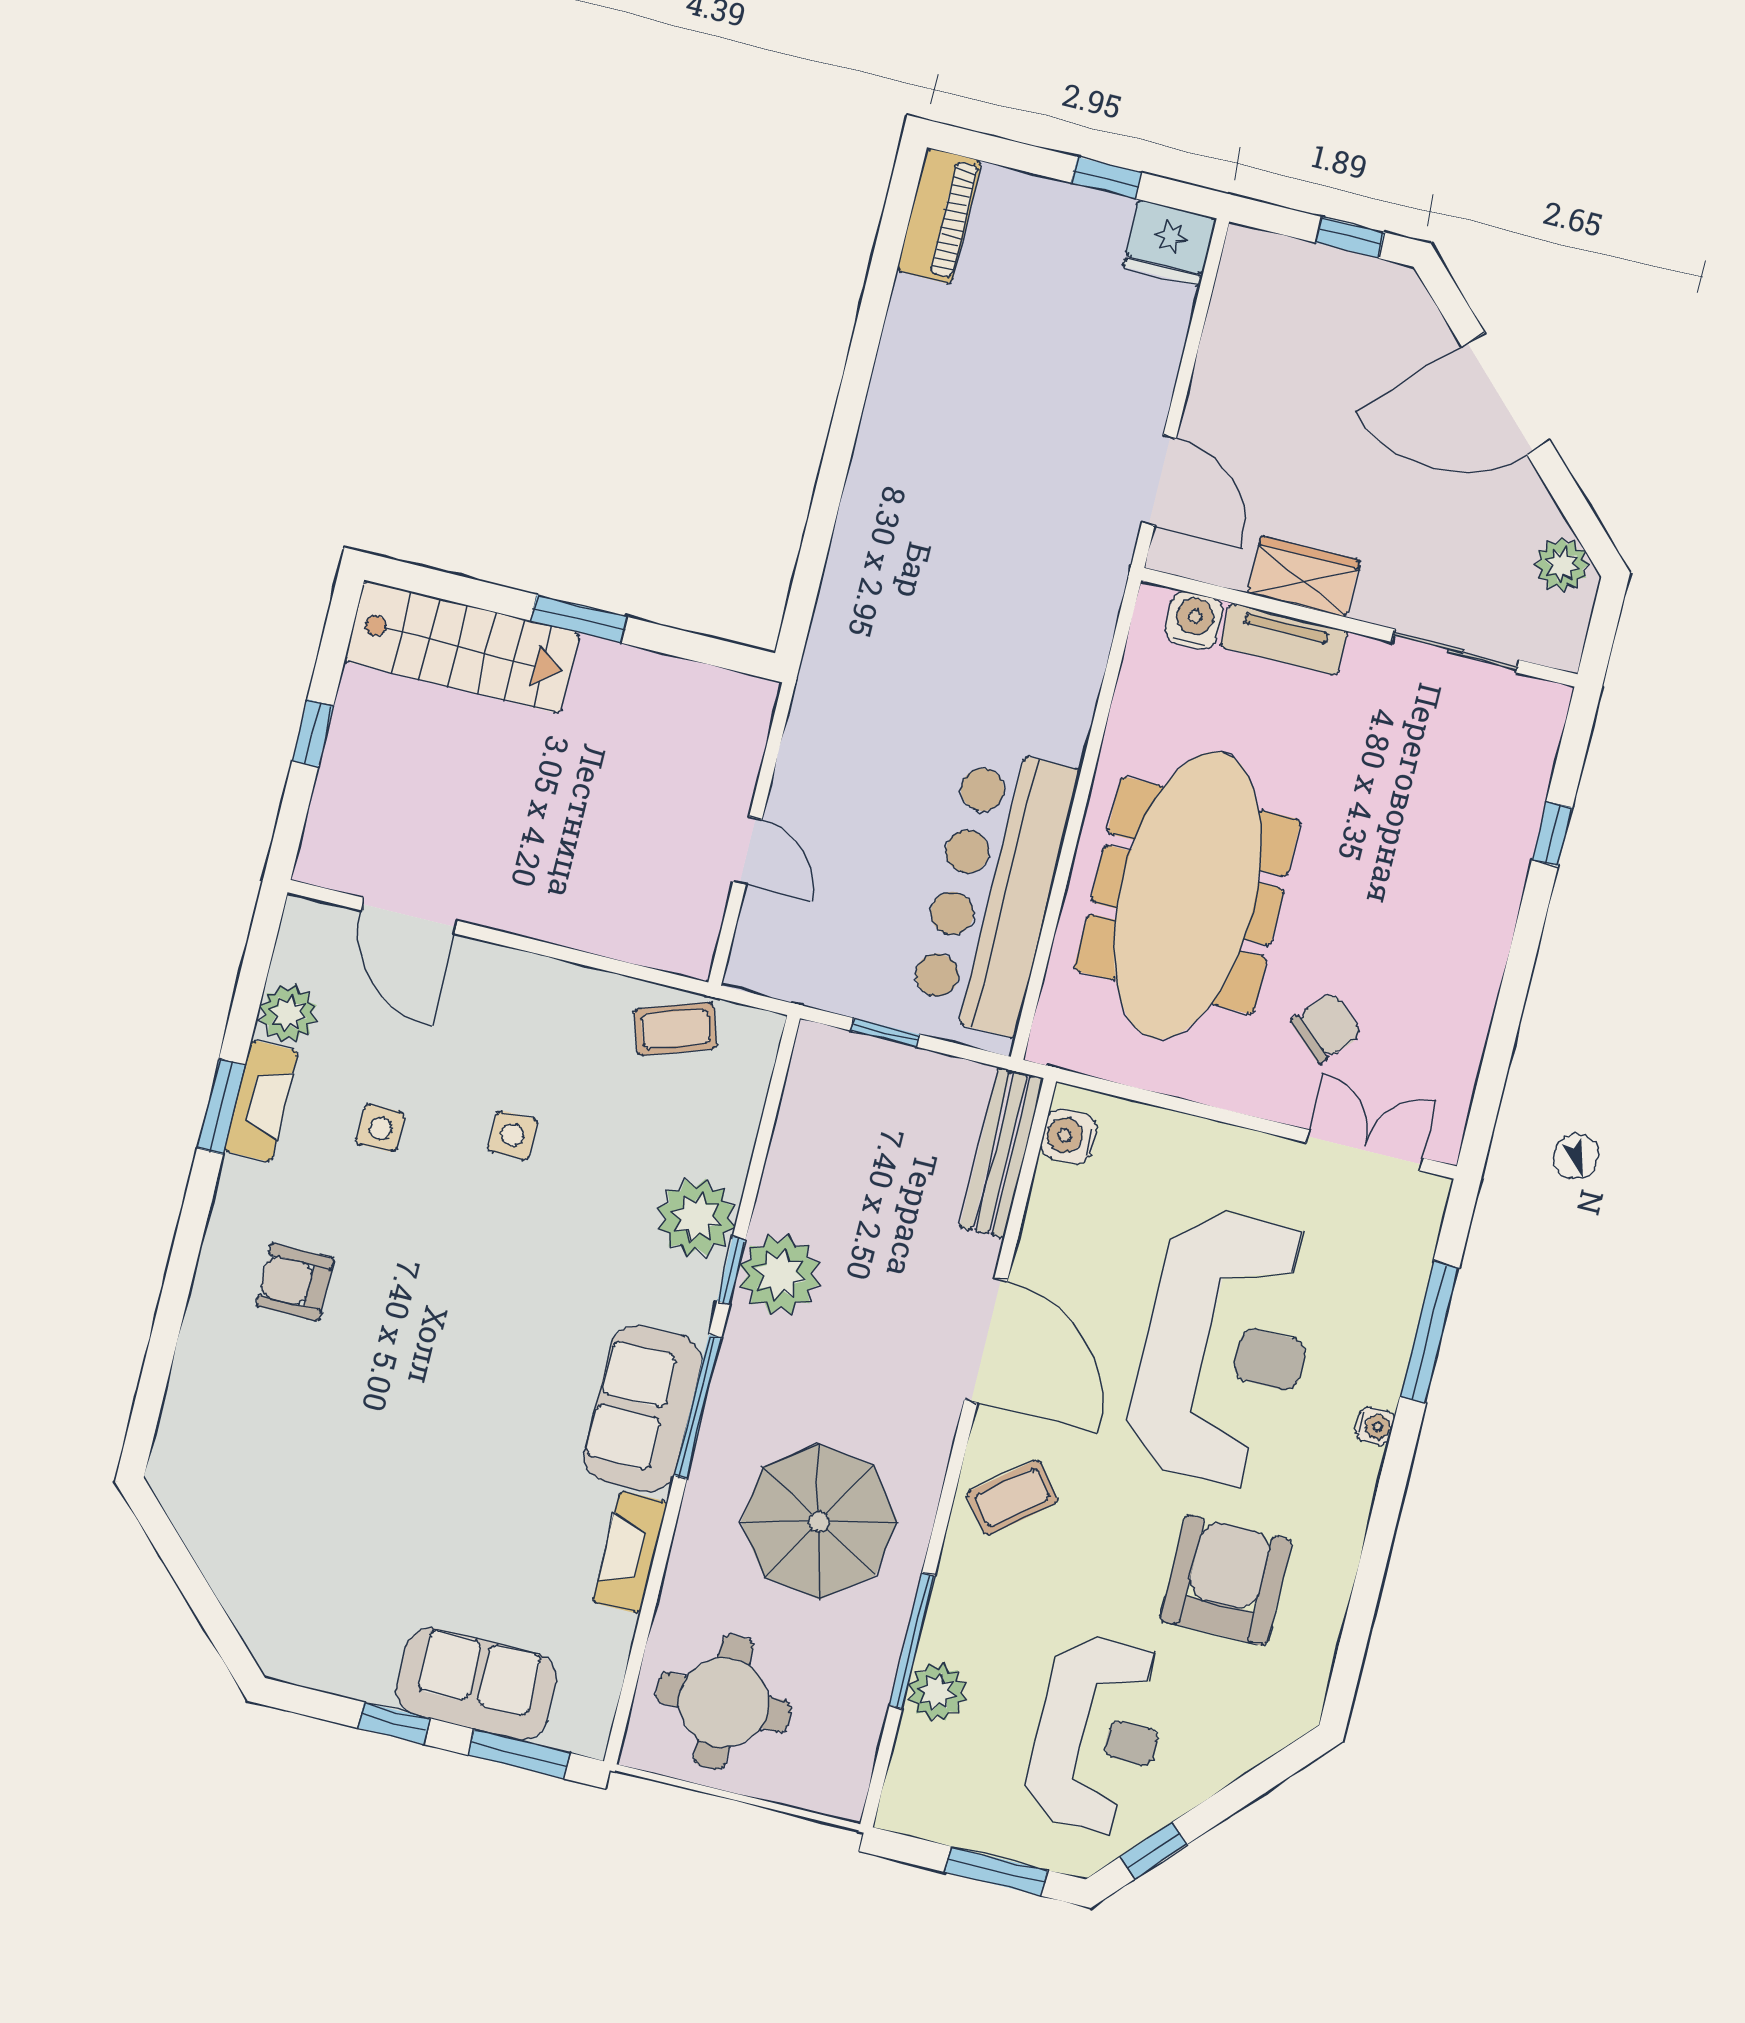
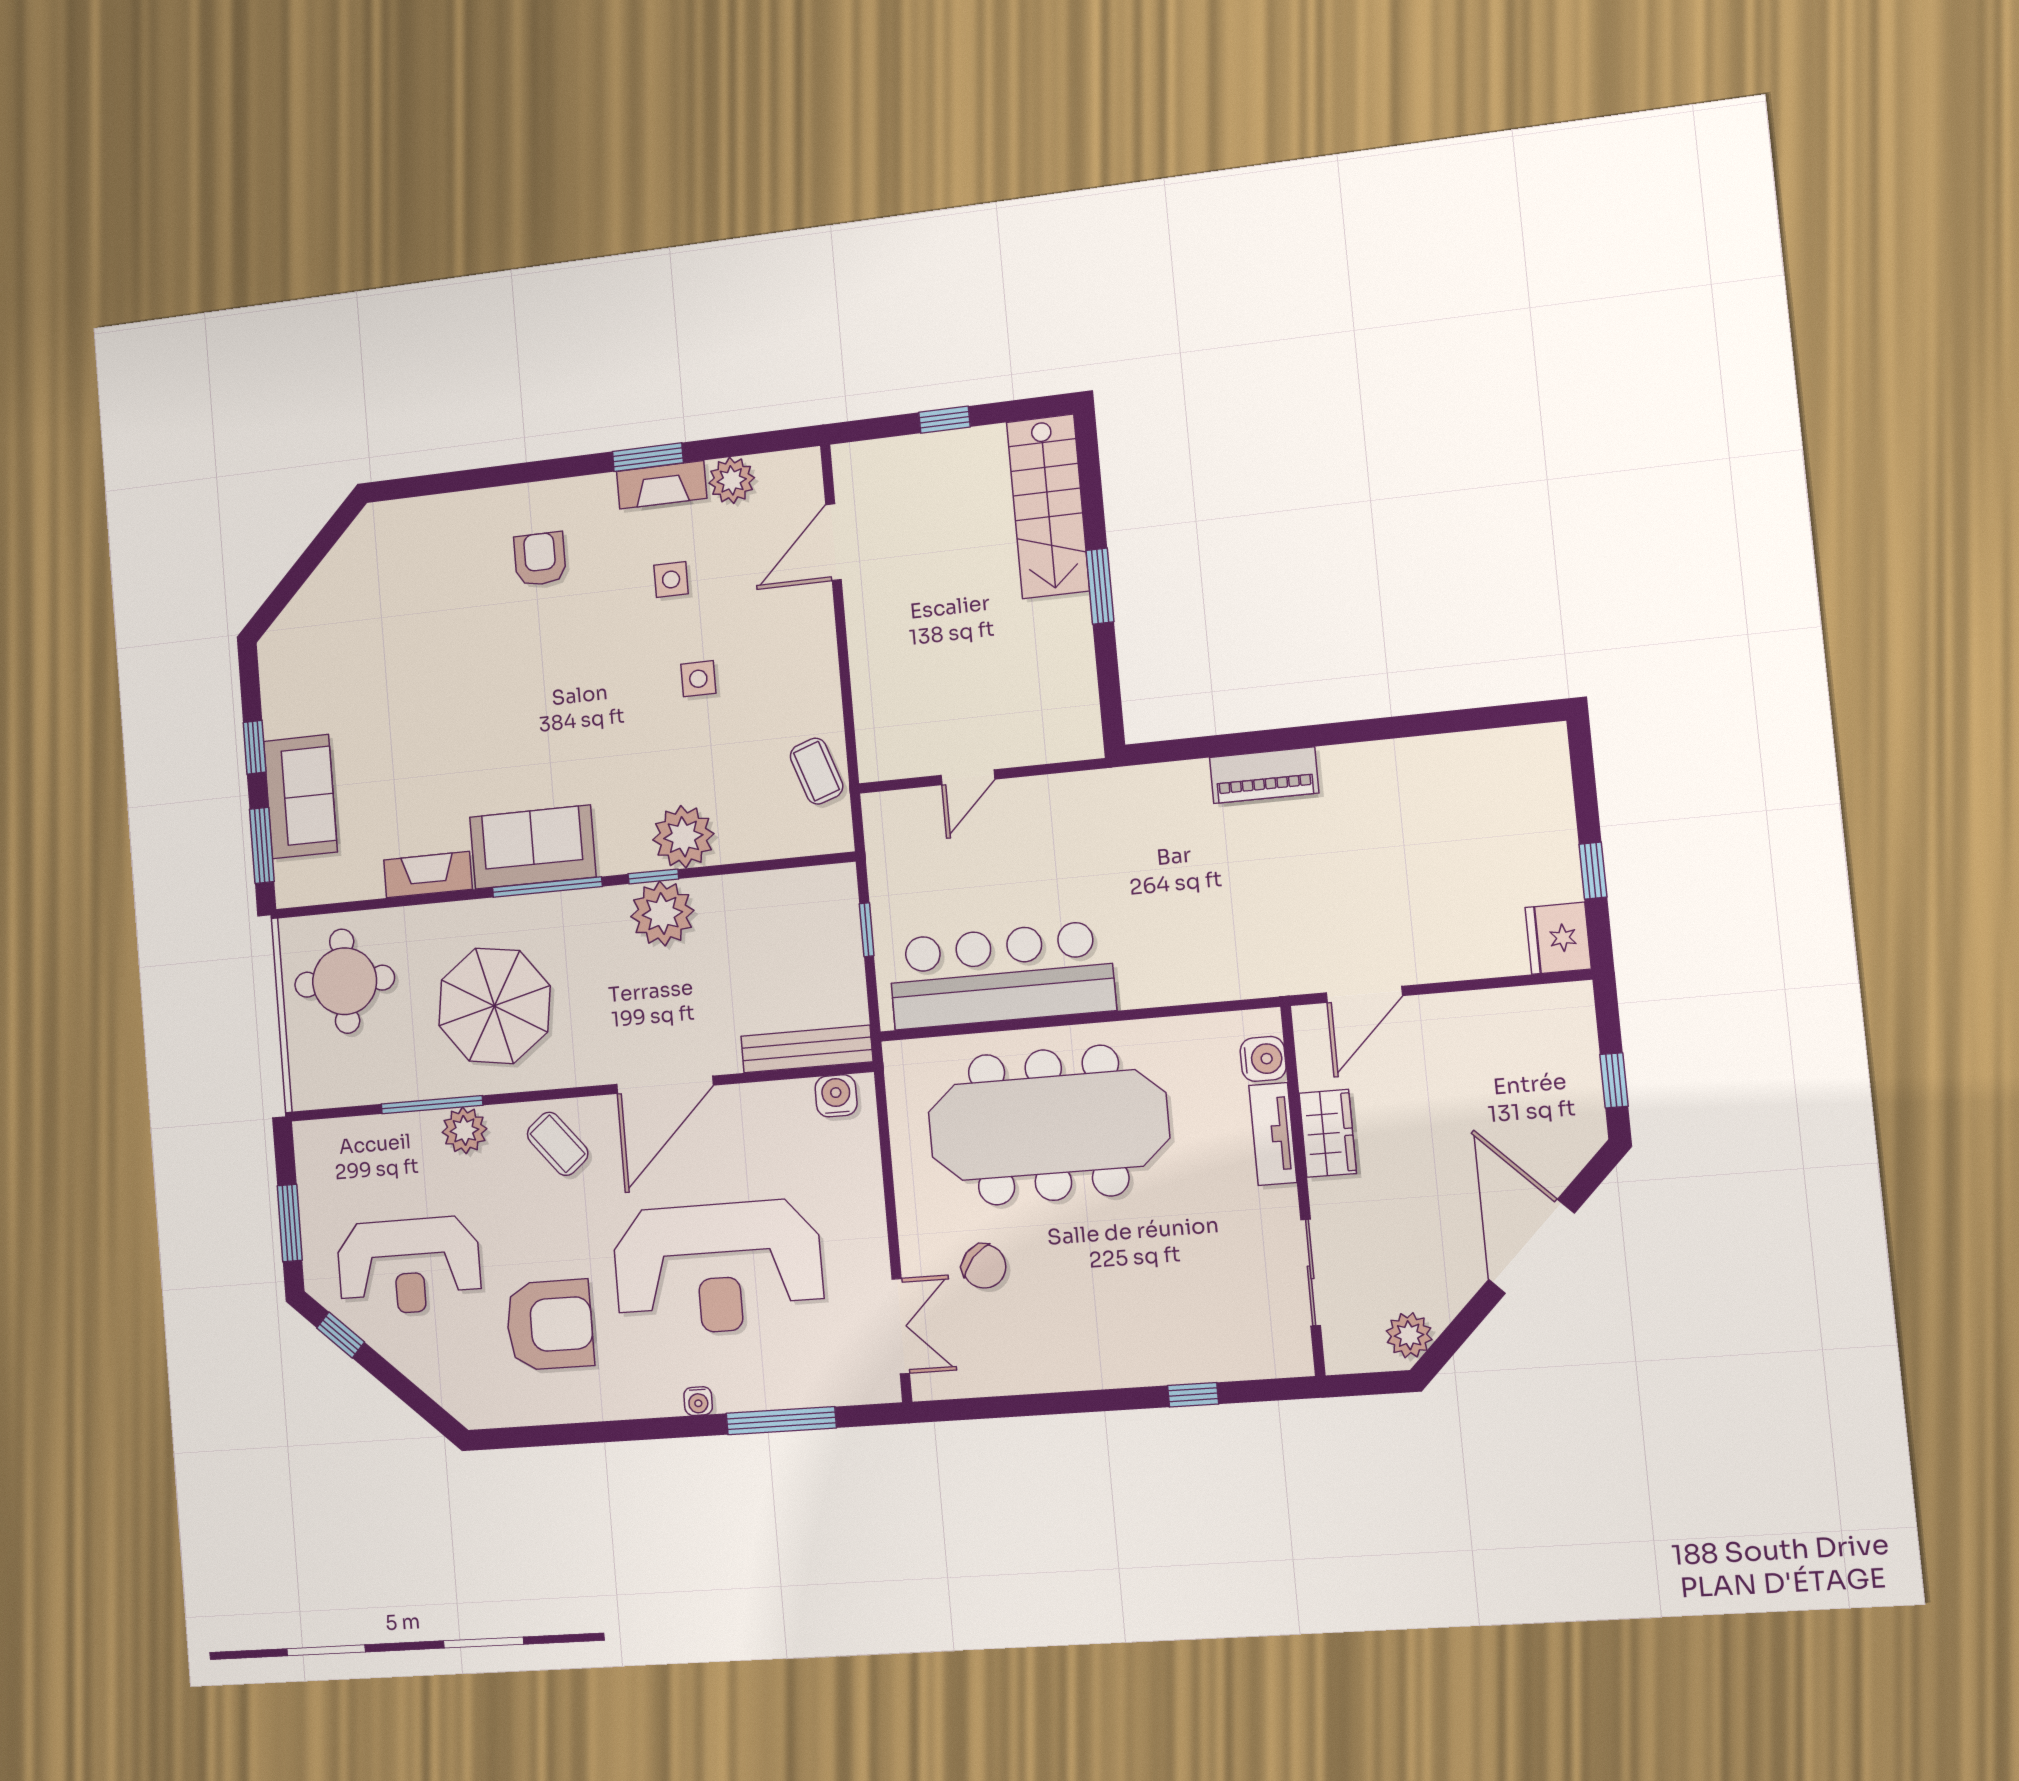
piano: (939, 216) -> (1264, 775), moved
plant: (937, 1692) -> (464, 1130), moved

